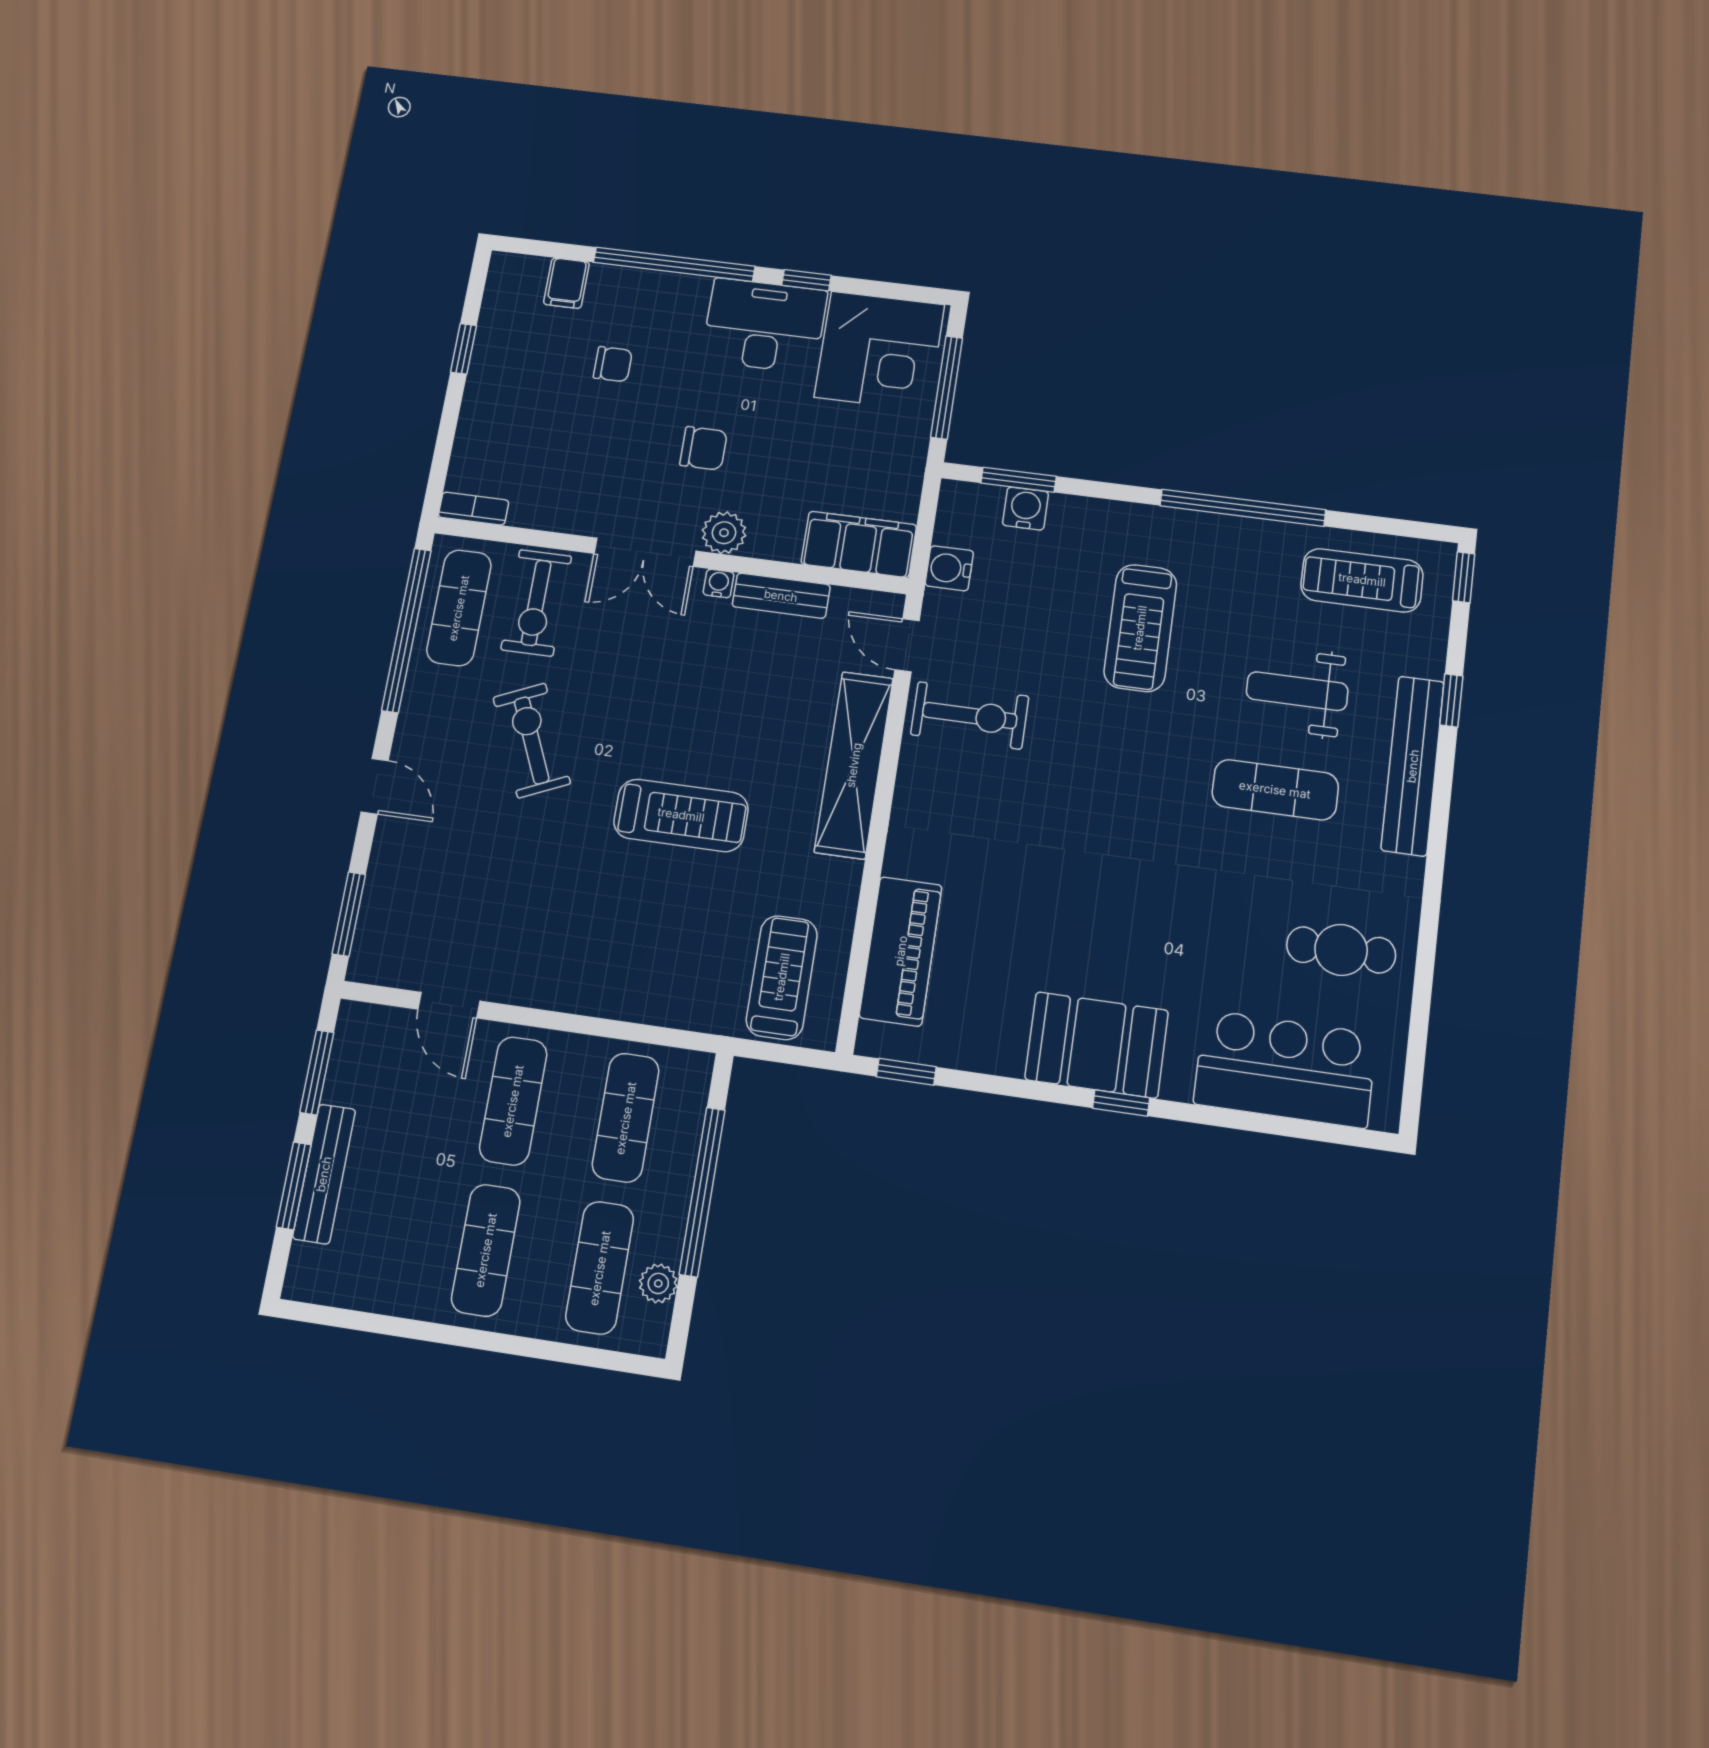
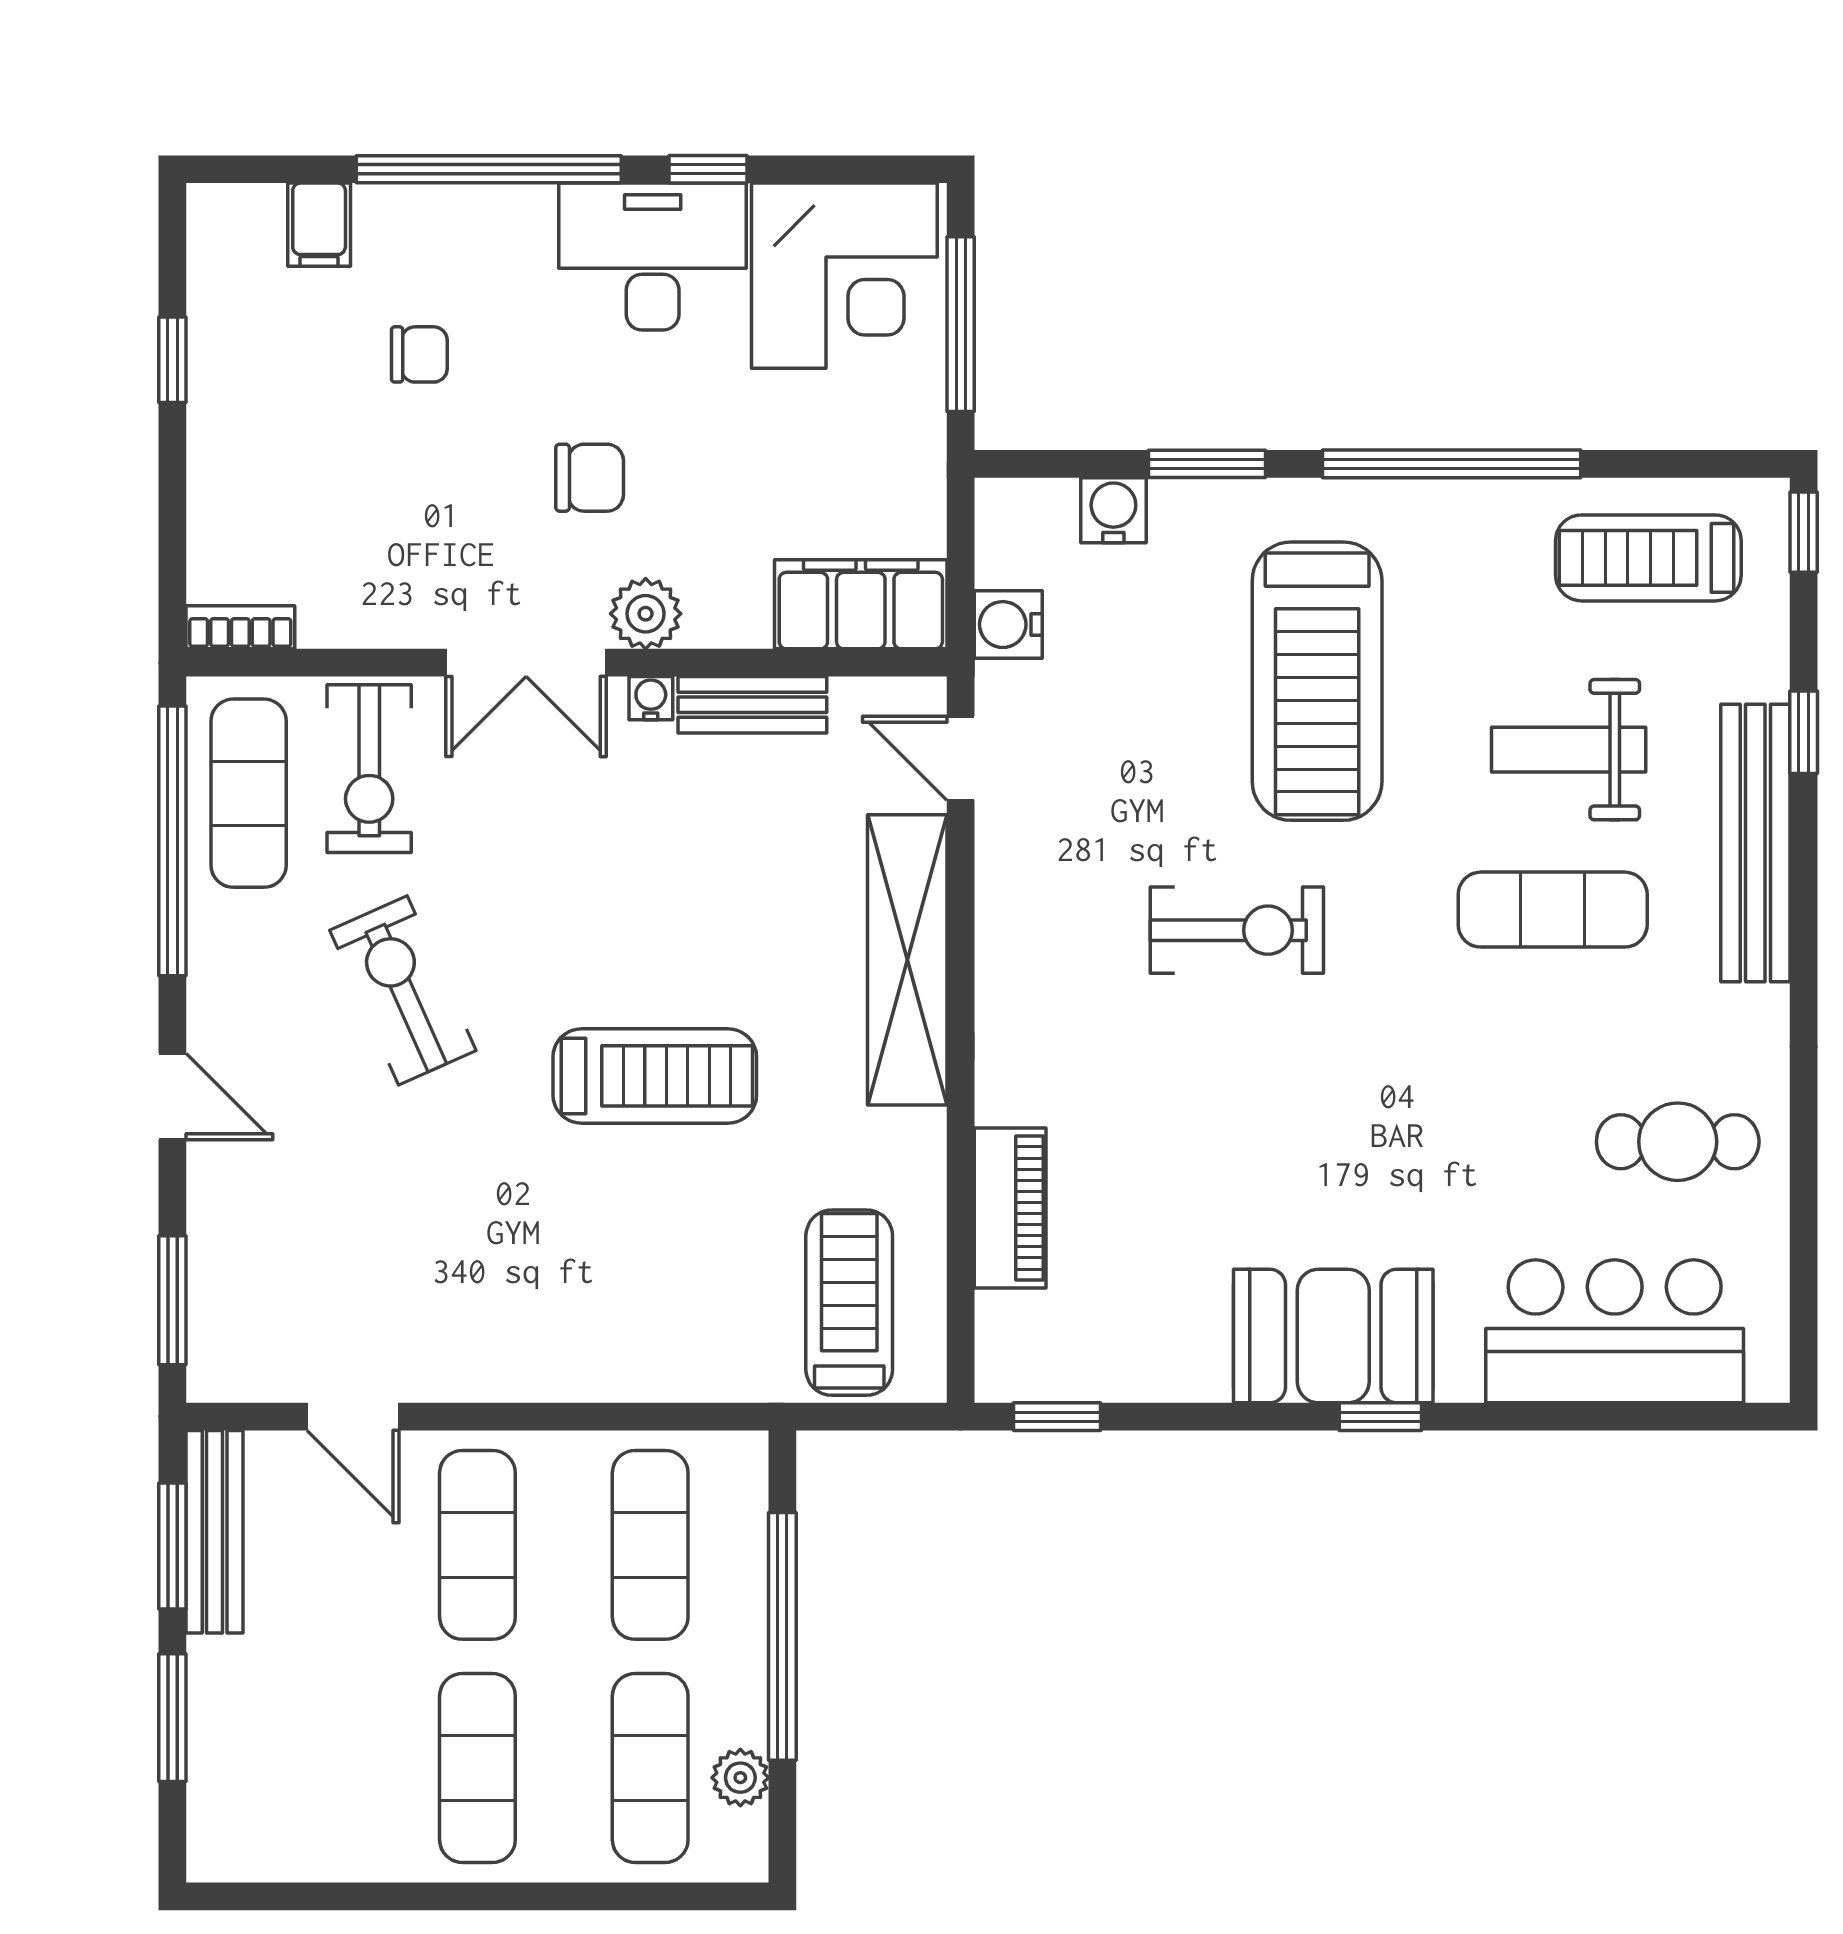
window: (1019, 480) -> (1207, 464), moved
treadmill: (1140, 628) -> (1317, 681), width x1.37, depth x1.37
exercise bike: (970, 715) -> (1237, 930), moved
piano: (901, 951) -> (1010, 1208), width x0.73, depth x0.75
bench: (324, 1174) -> (215, 1532), moved

